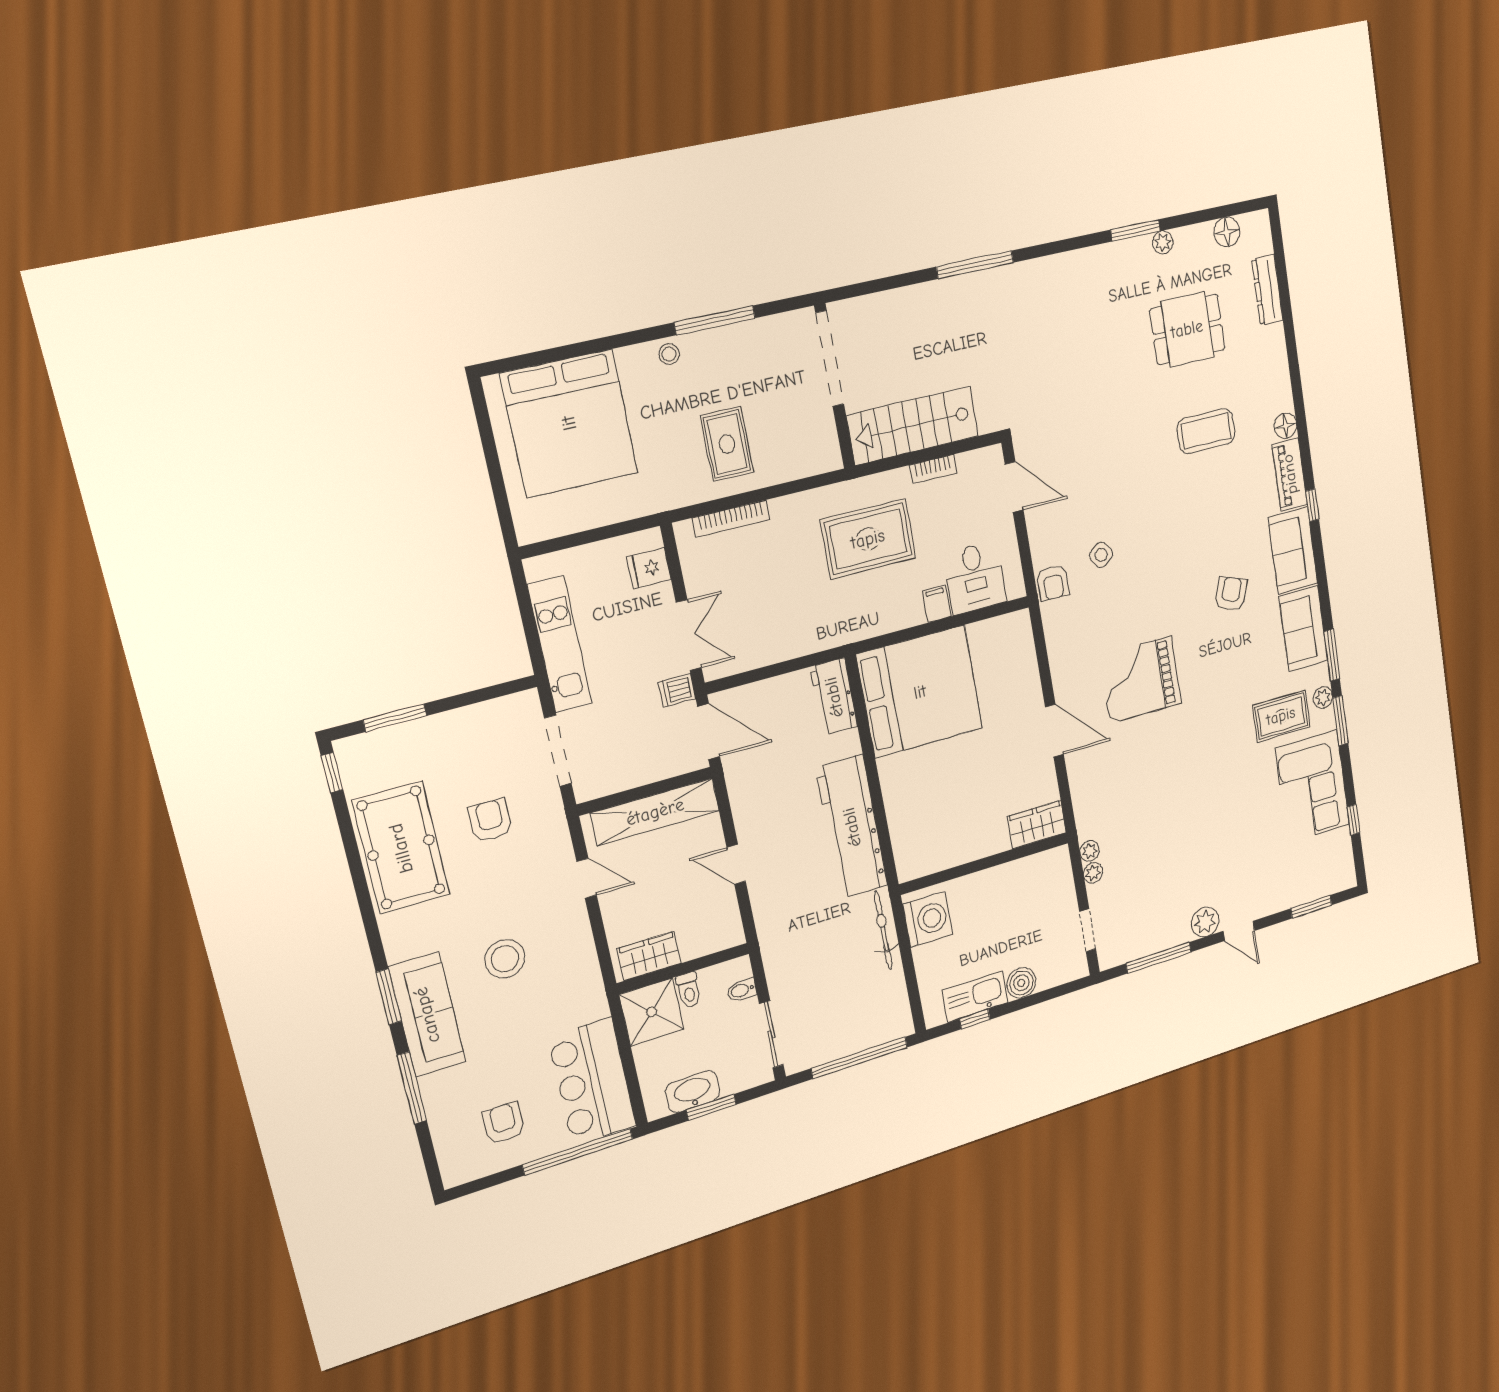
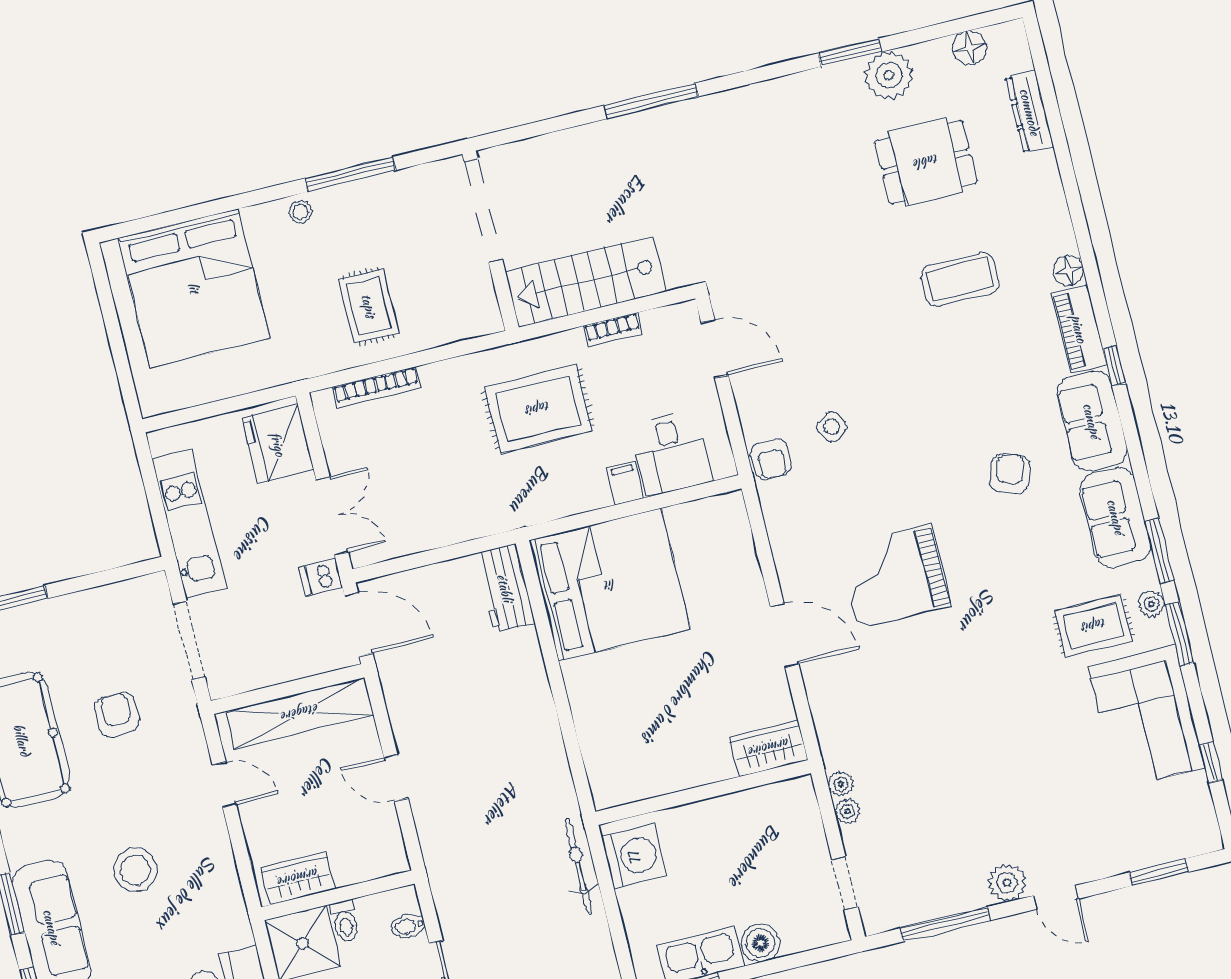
plant: (1163, 242) -> (889, 75), width x1.88, depth x1.88
fridge: (649, 568) -> (278, 444), width x1.88, depth x1.34
workbench: (852, 827) -> (534, 741), removed

